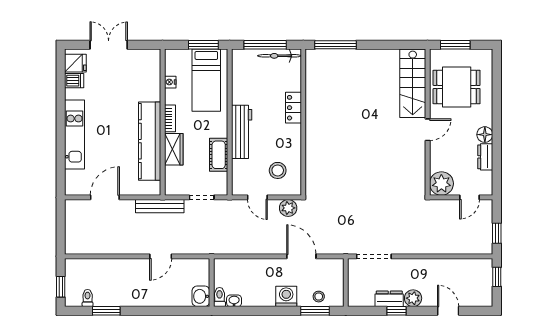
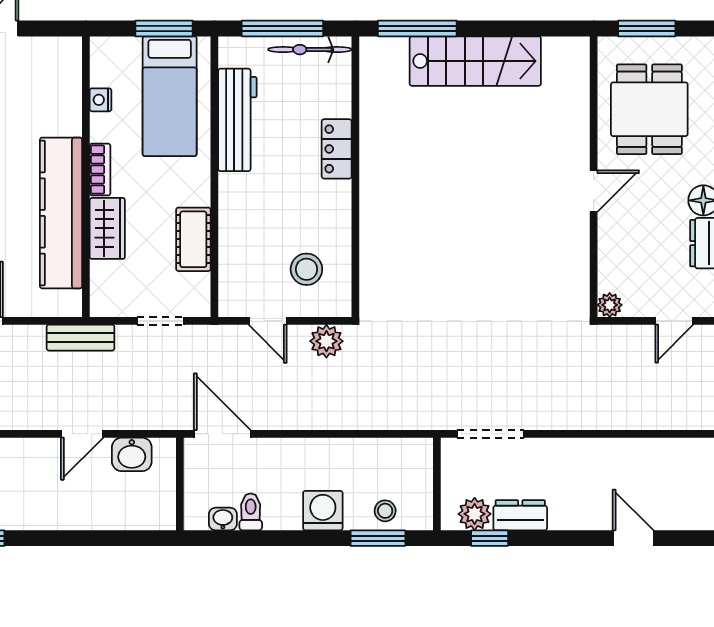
stairs: (413, 83) -> (475, 61), moved, turned -90
dining table: (457, 87) -> (649, 109), turned 90
workbench: (242, 132) -> (237, 120), moved
plant: (441, 184) -> (610, 305), width x0.53, depth x0.53
bench: (160, 206) -> (81, 338), width x0.73
door: (301, 256) -> (222, 434), moved
washbasin: (201, 296) -> (132, 454), moved, turned -90
toilet: (220, 297) -> (251, 512), moved
plant: (413, 298) -> (475, 514), moved
window: (396, 311) -> (490, 538), moved

